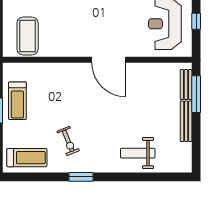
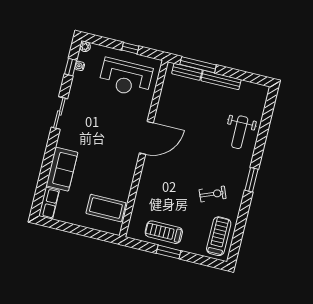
treadmill: (17, 101) -> (164, 232), turned 180
window: (81, 177) -> (251, 180), moved

